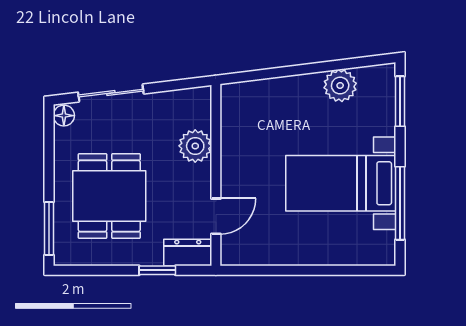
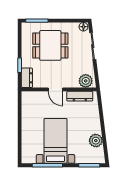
dresser: (232, 124) -> (80, 96), added
plant: (195, 146) -> (86, 81), moved
door: (216, 216) -> (55, 89), moved

